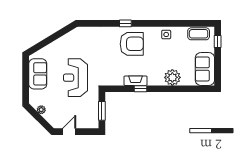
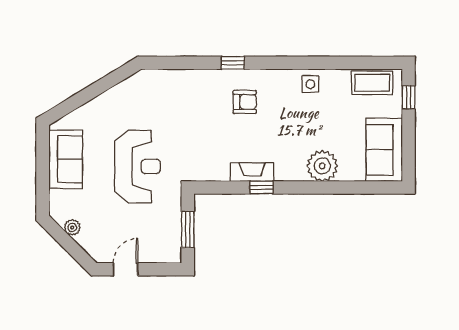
armchair: (132, 44) -> (245, 102), width x0.53, depth x0.53
reception desk: (75, 78) -> (138, 166), turned 180

